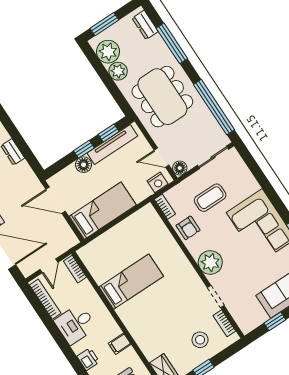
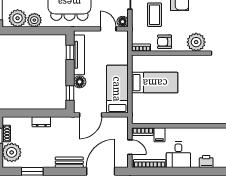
window: (84, 149) -> (70, 93), moved
door: (162, 158) -> (108, 29), swing flipped
nightstand: (158, 182) -> (122, 42), removed
armchair: (188, 228) -> (165, 42), turned 180
bed: (131, 282) -> (155, 83), moved, turned 90
filing cabinet: (120, 344) -> (159, 135), moved

